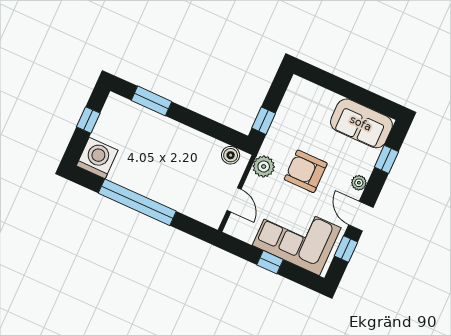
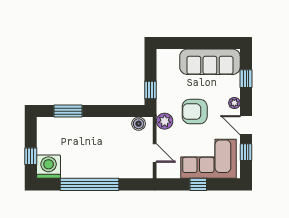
window: (88, 120) -> (31, 156), moved
sofa: (361, 123) -> (210, 62), width x1.36

